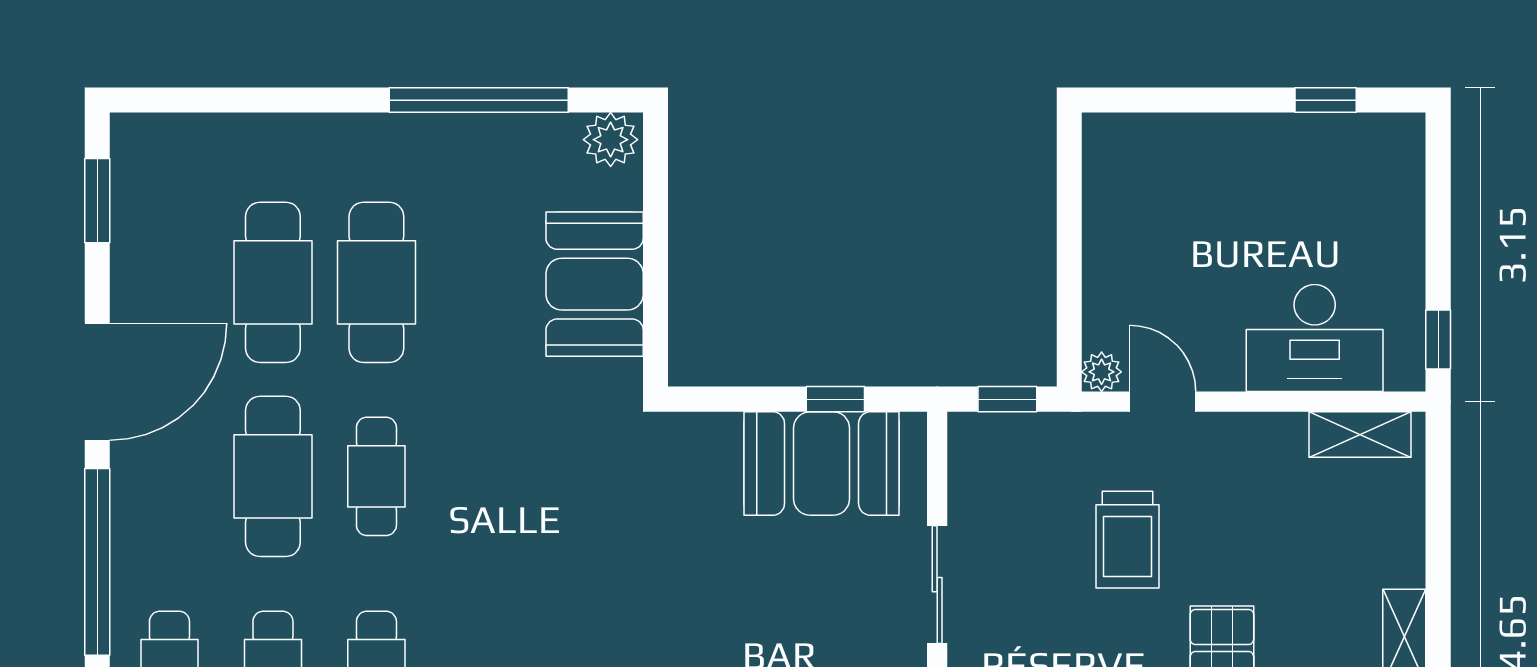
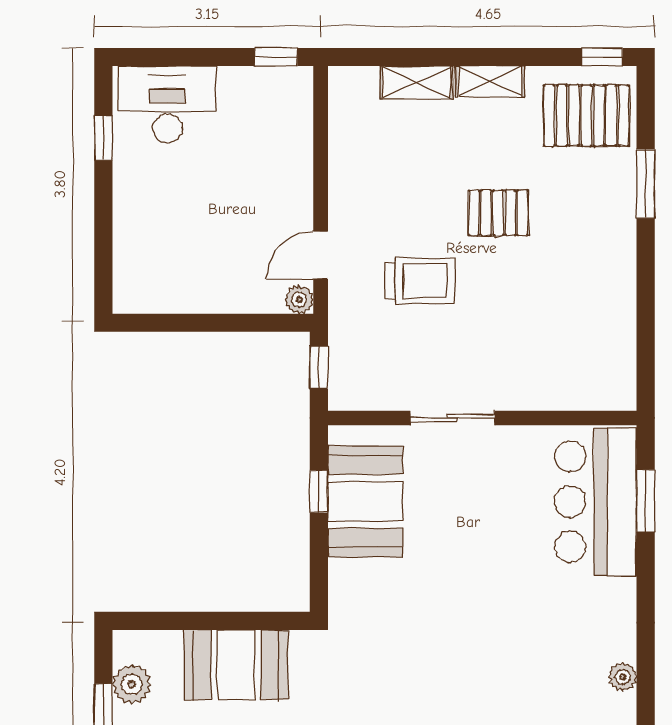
plant: (611, 140) -> (132, 684), moved
desk: (1315, 338) -> (167, 105), moved, turned -90
shelving: (1360, 434) -> (416, 82), moved, turned 90

